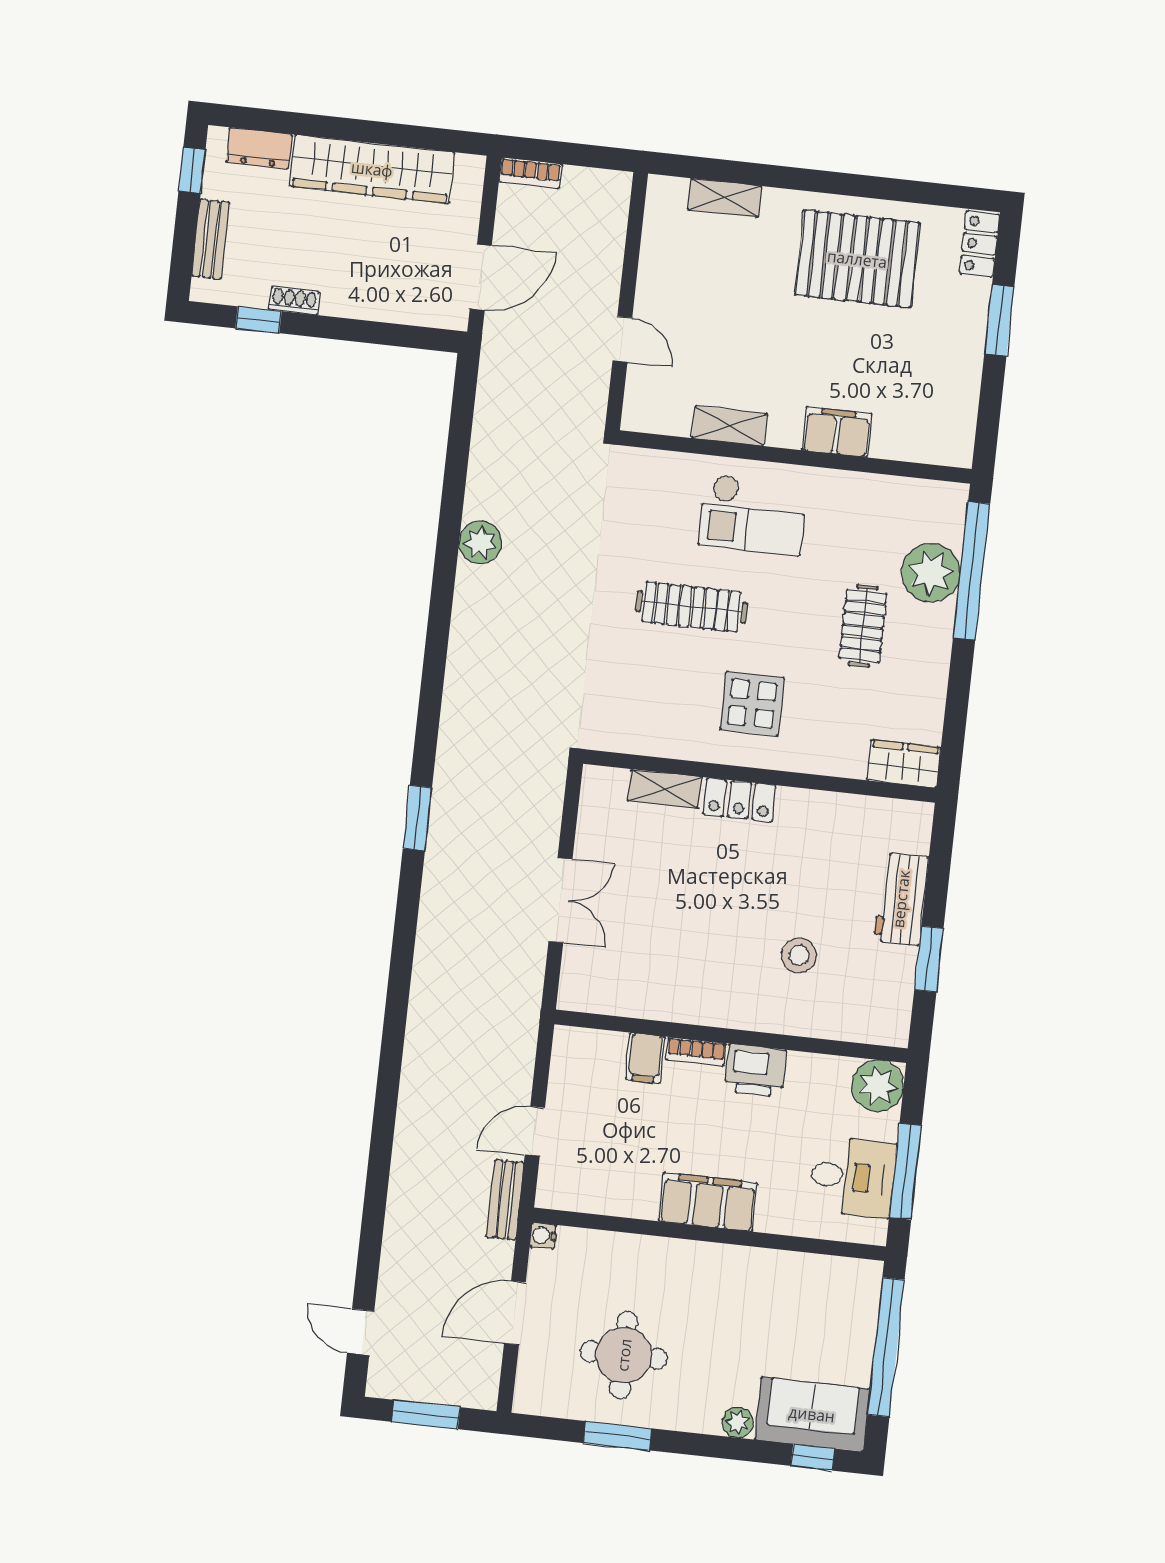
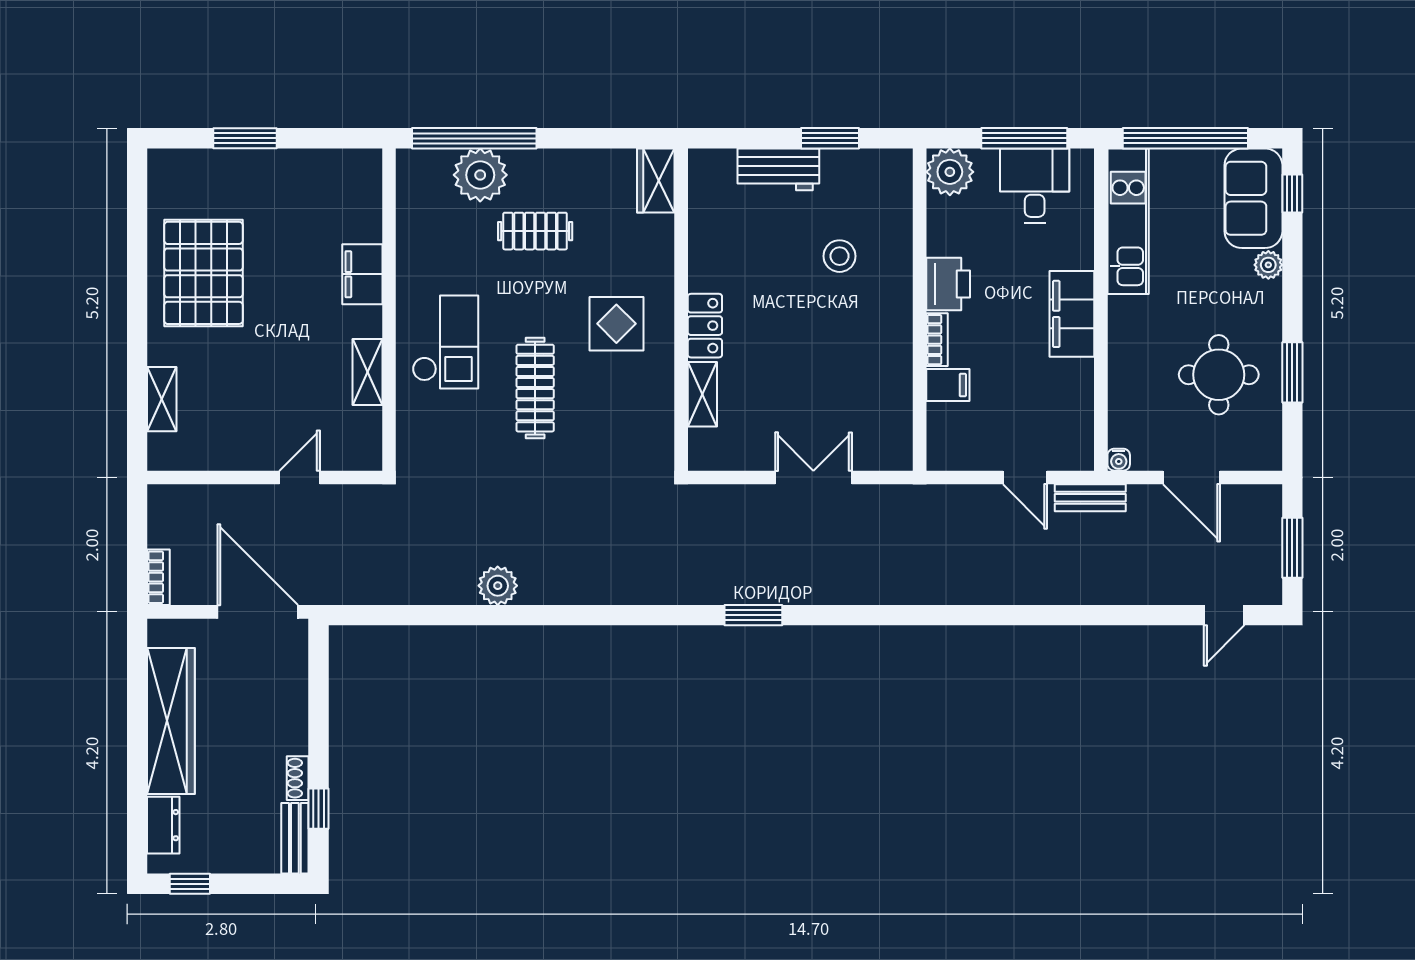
bench: (210, 239) -> (295, 838), moved, turned 90
locker: (980, 244) -> (178, 164), removed
door: (481, 277) -> (258, 612), width x1.36
kitchen unit: (802, 1275) -> (1128, 221), added

